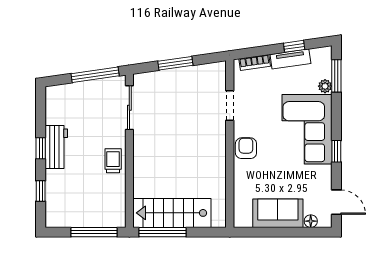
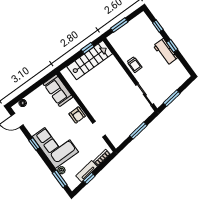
window: (95, 75) -> (172, 98), width x0.69
sofa: (278, 213) -> (58, 90), moved, turned 90
window: (94, 232) -> (119, 25), width x0.69
window: (163, 232) -> (88, 48), width x0.46

